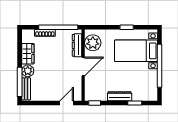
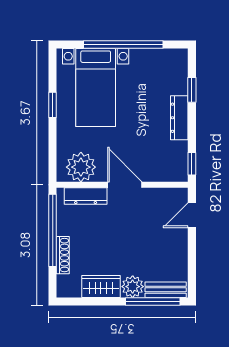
door: (67, 103) -> (192, 215), hinge flipped

